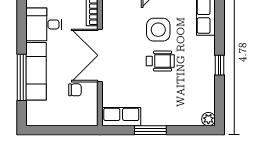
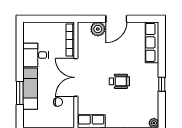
side table: (158, 30) -> (118, 59), removed
window: (22, 77) -> (20, 93), width x0.69

